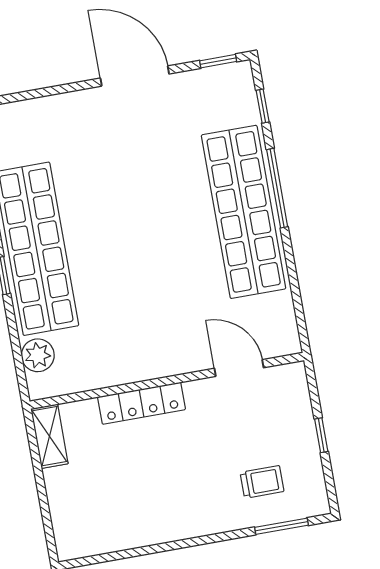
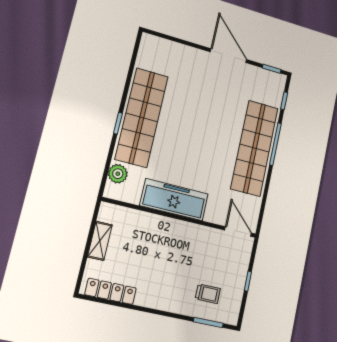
freezer: (144, 357) -> (174, 200), added
door: (239, 368) -> (238, 232), moved
locker: (142, 403) -> (111, 291), moved, turned 180
shelving: (49, 436) -> (100, 241), moved

